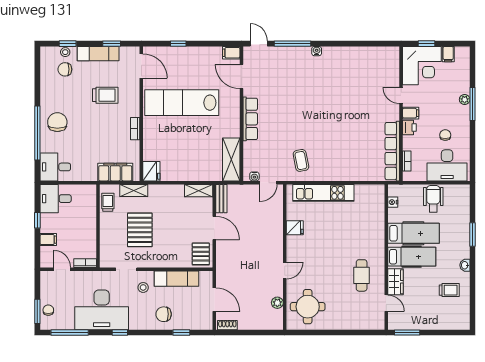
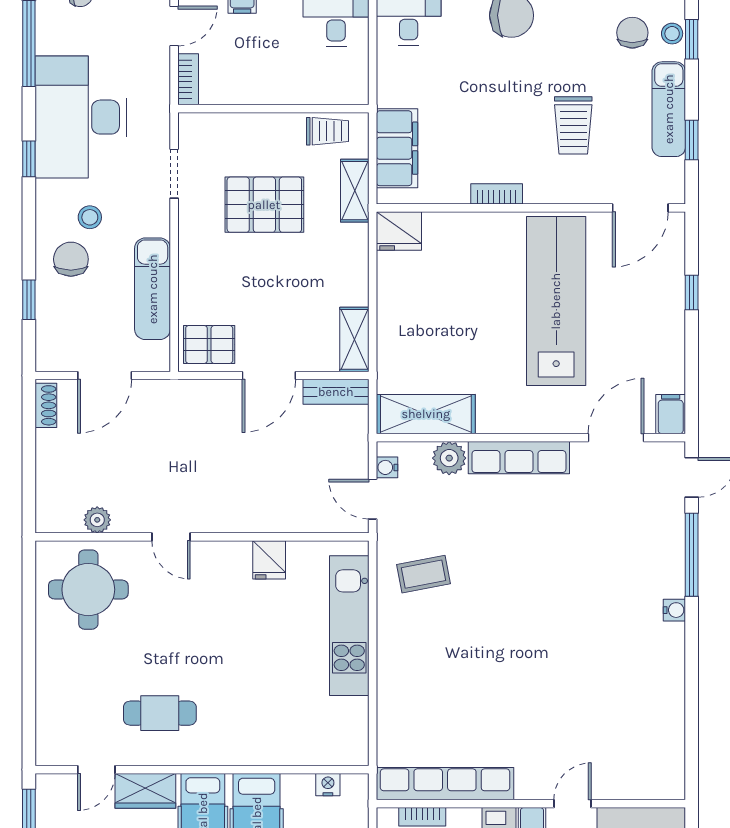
plant: (250, 149) -> (449, 458), added
stool: (143, 287) -> (90, 217), moved

